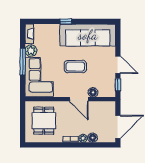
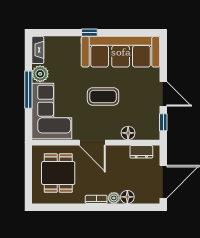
door: (79, 99) -> (92, 143), moved
dresser: (102, 106) -> (141, 152), added

